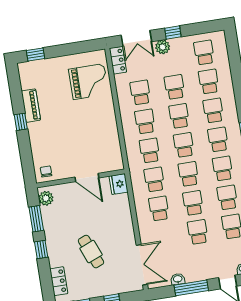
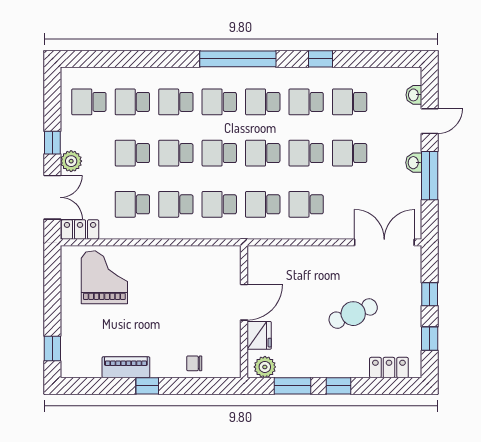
chair: (46, 172) -> (194, 363), moved
fridge: (119, 184) -> (259, 335), moved, turned -90
washbasin: (178, 279) -> (414, 163), moved

